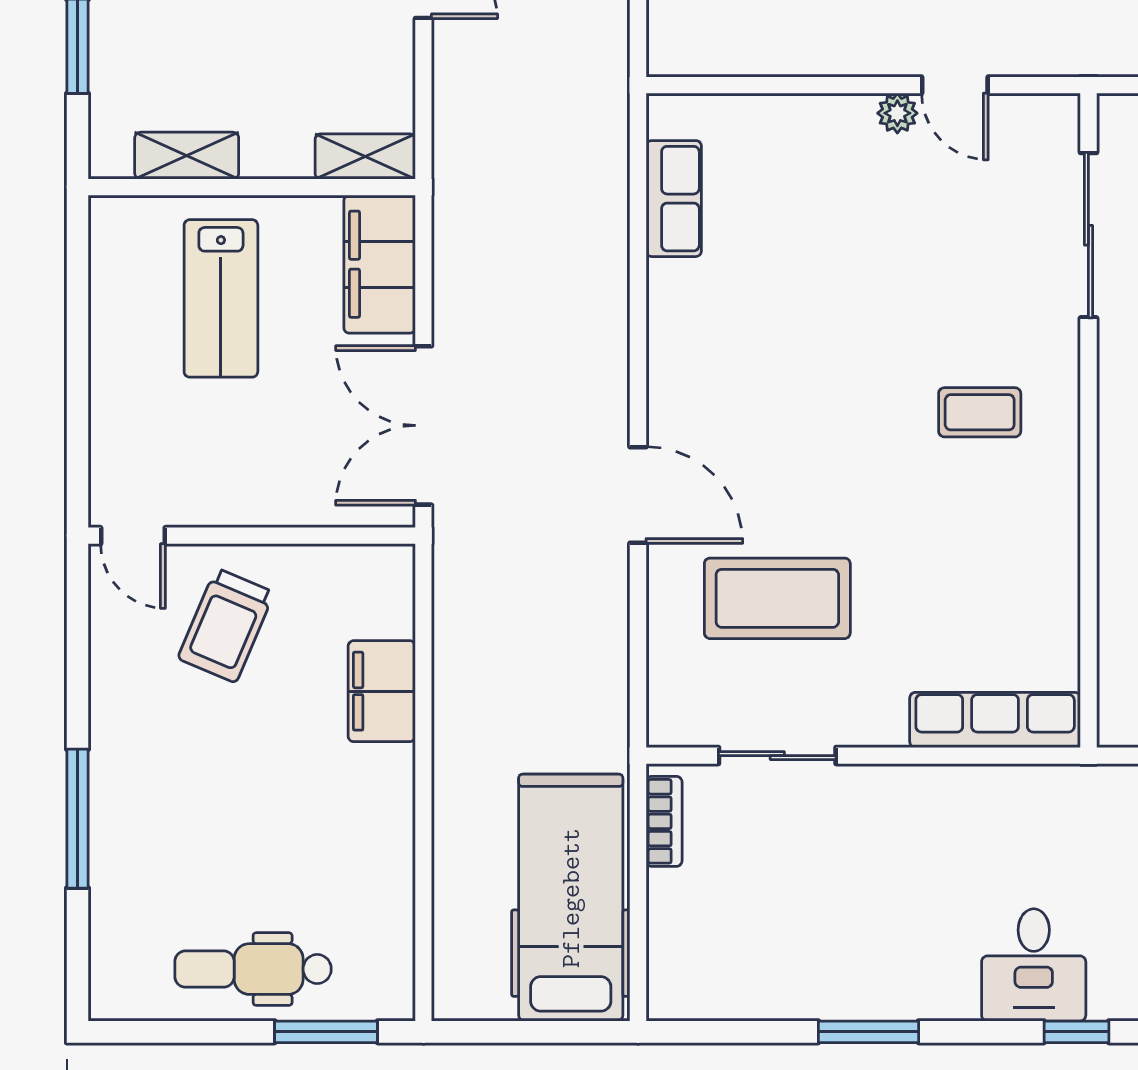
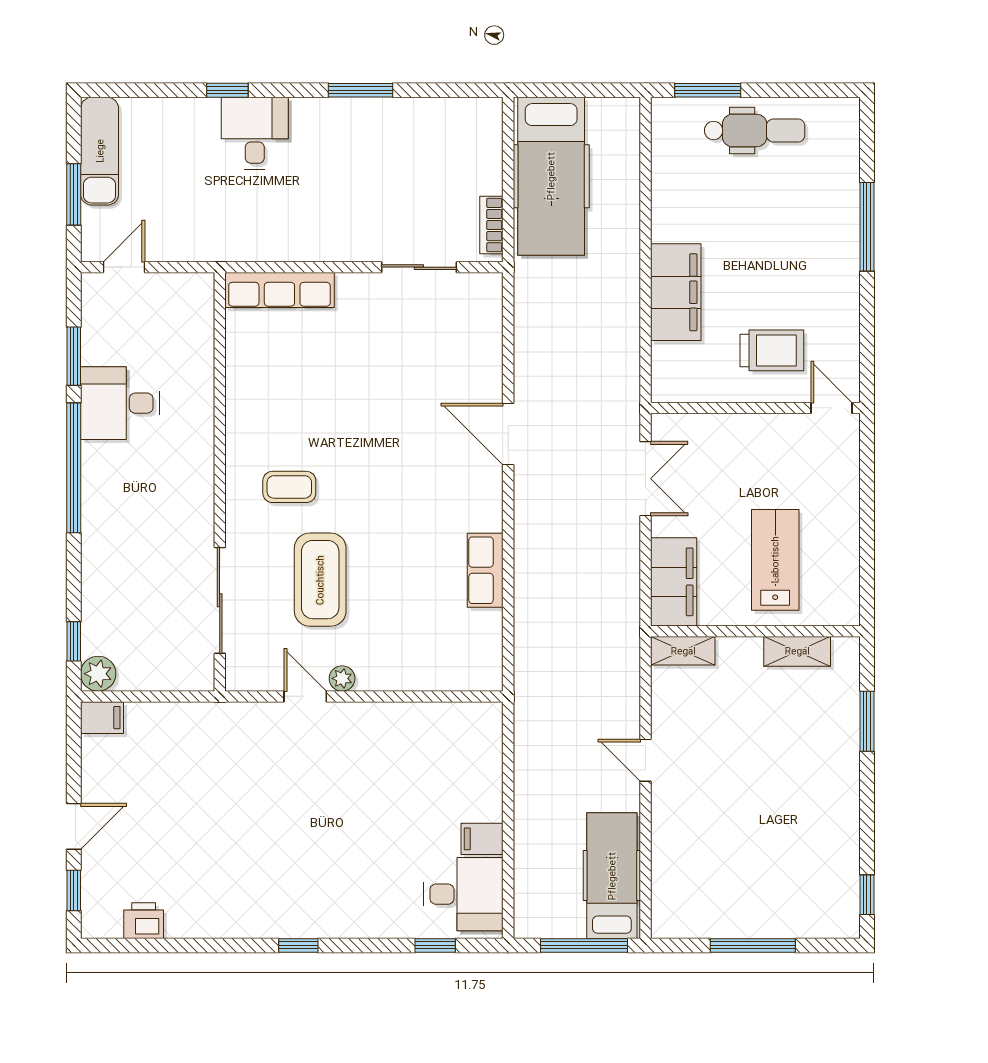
row of seats: (674, 199) -> (485, 570), moved
double door: (423, 425) -> (645, 479), width x0.73
coffee table: (777, 598) -> (320, 580), moved, turned 90
trolley: (226, 625) -> (772, 350), turned 67
filing cabinet: (382, 691) -> (676, 292), width x1.50, depth x1.17

